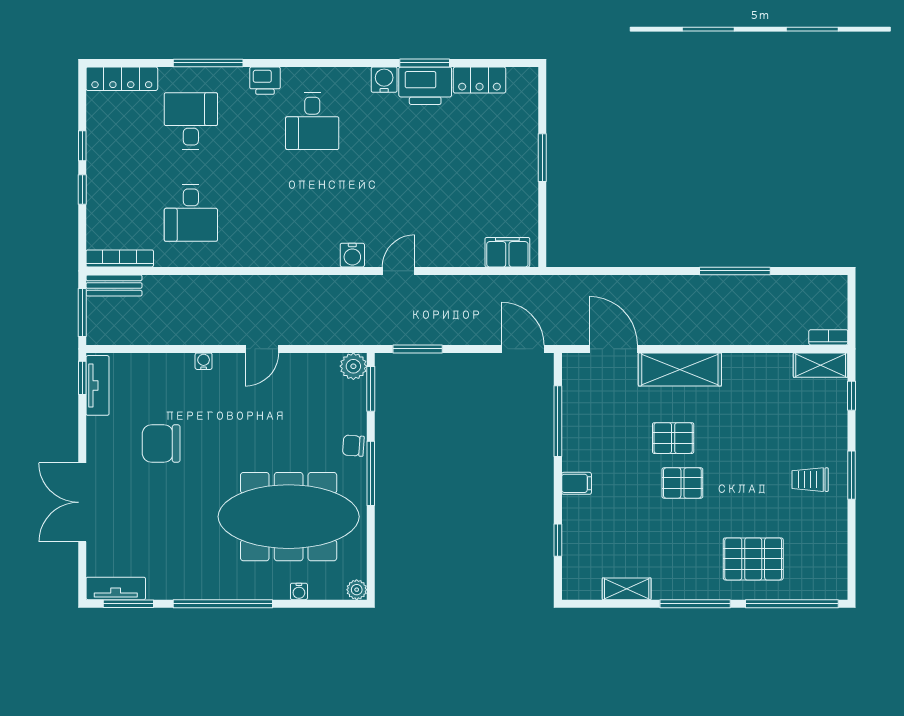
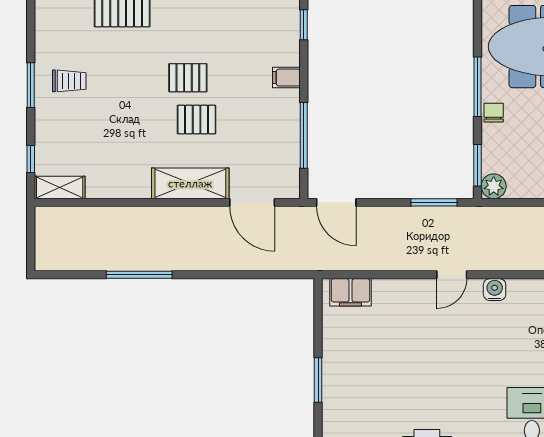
bookcase: (828, 337) -> (52, 213), removed
chair: (353, 446) -> (494, 113), turned -94

